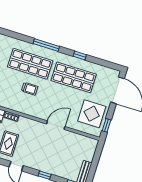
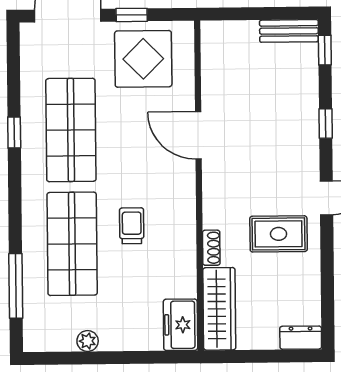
window: (46, 45) -> (16, 286), moved
window: (107, 125) -> (132, 15), moved

